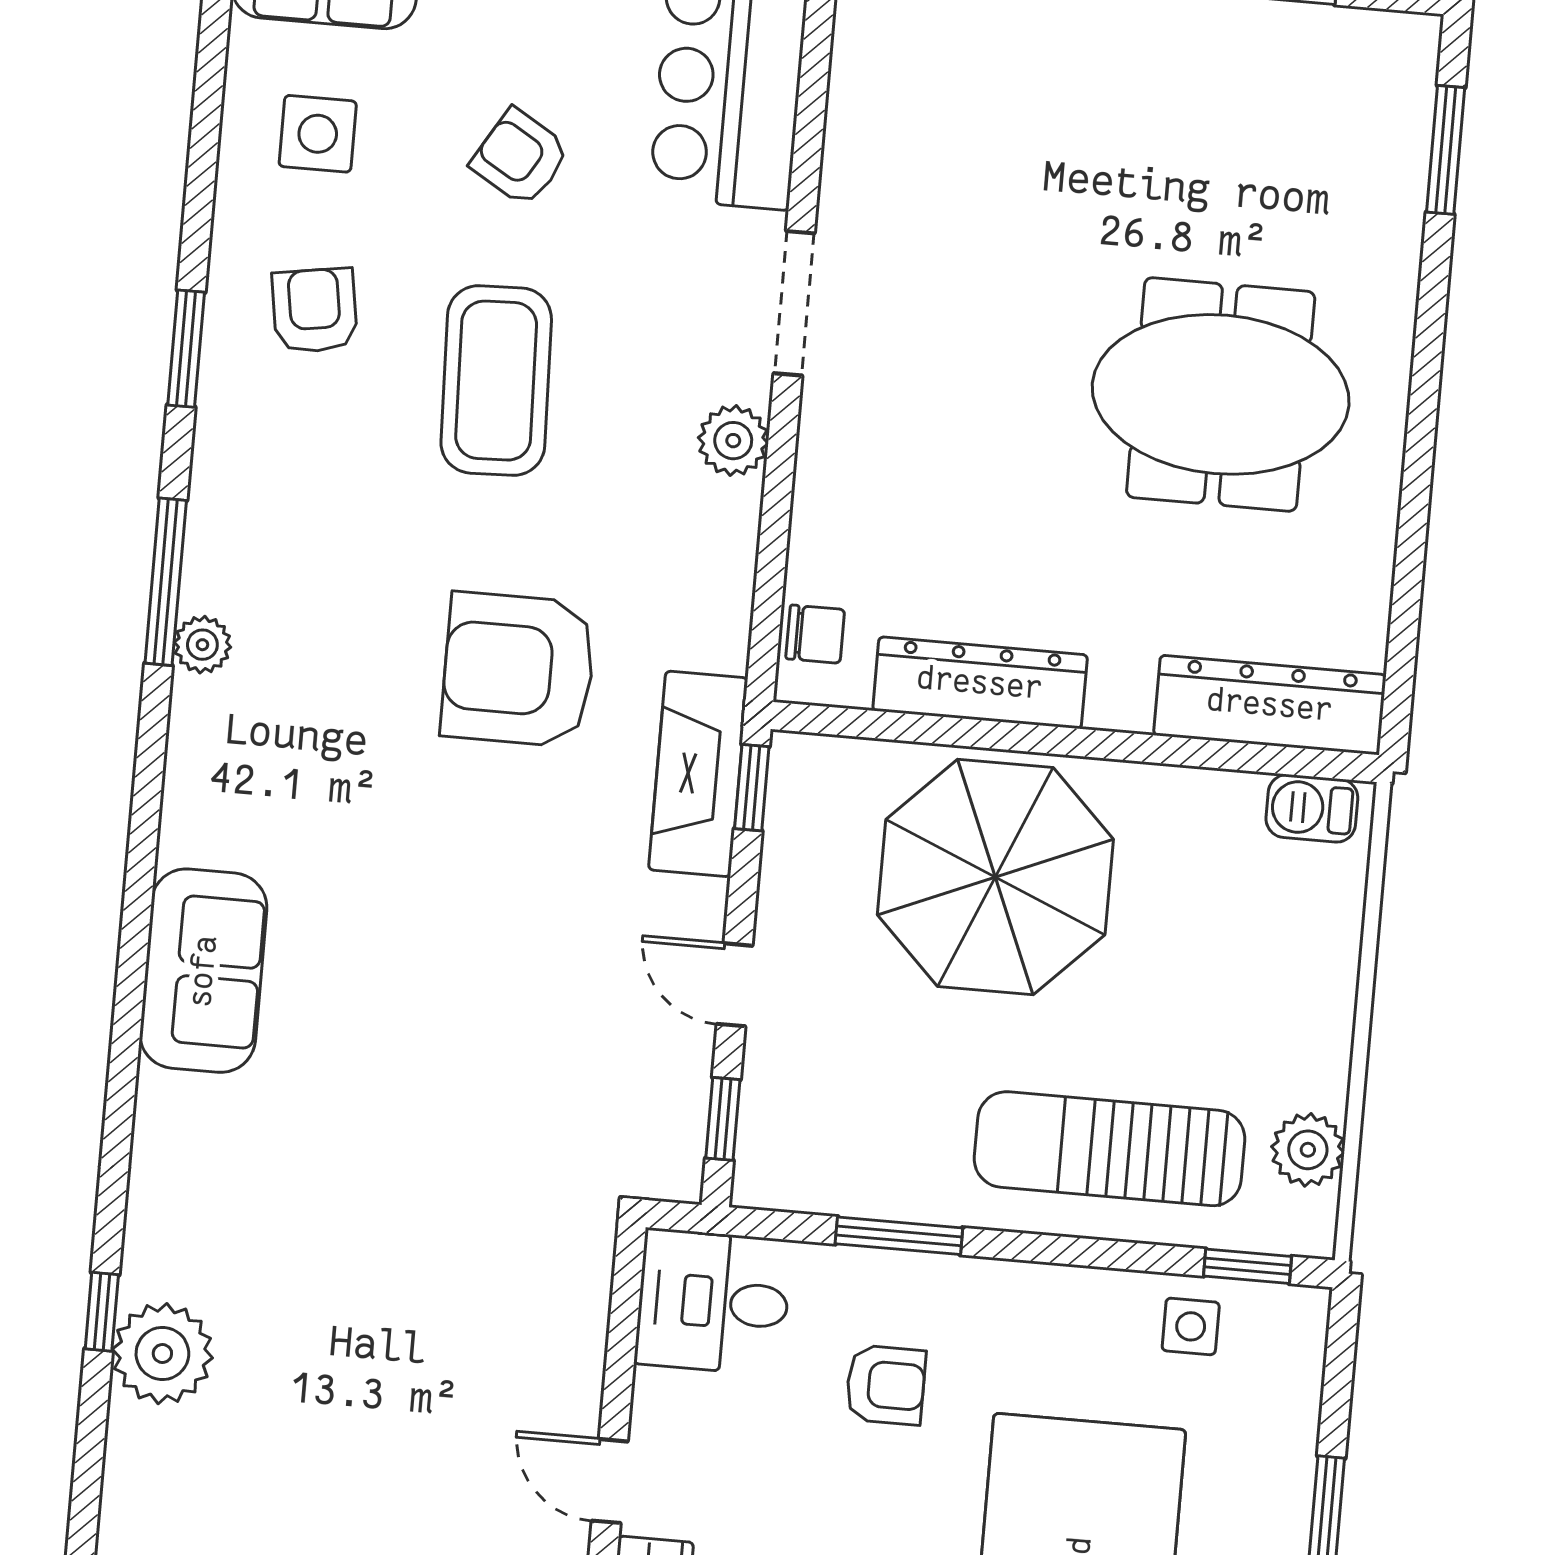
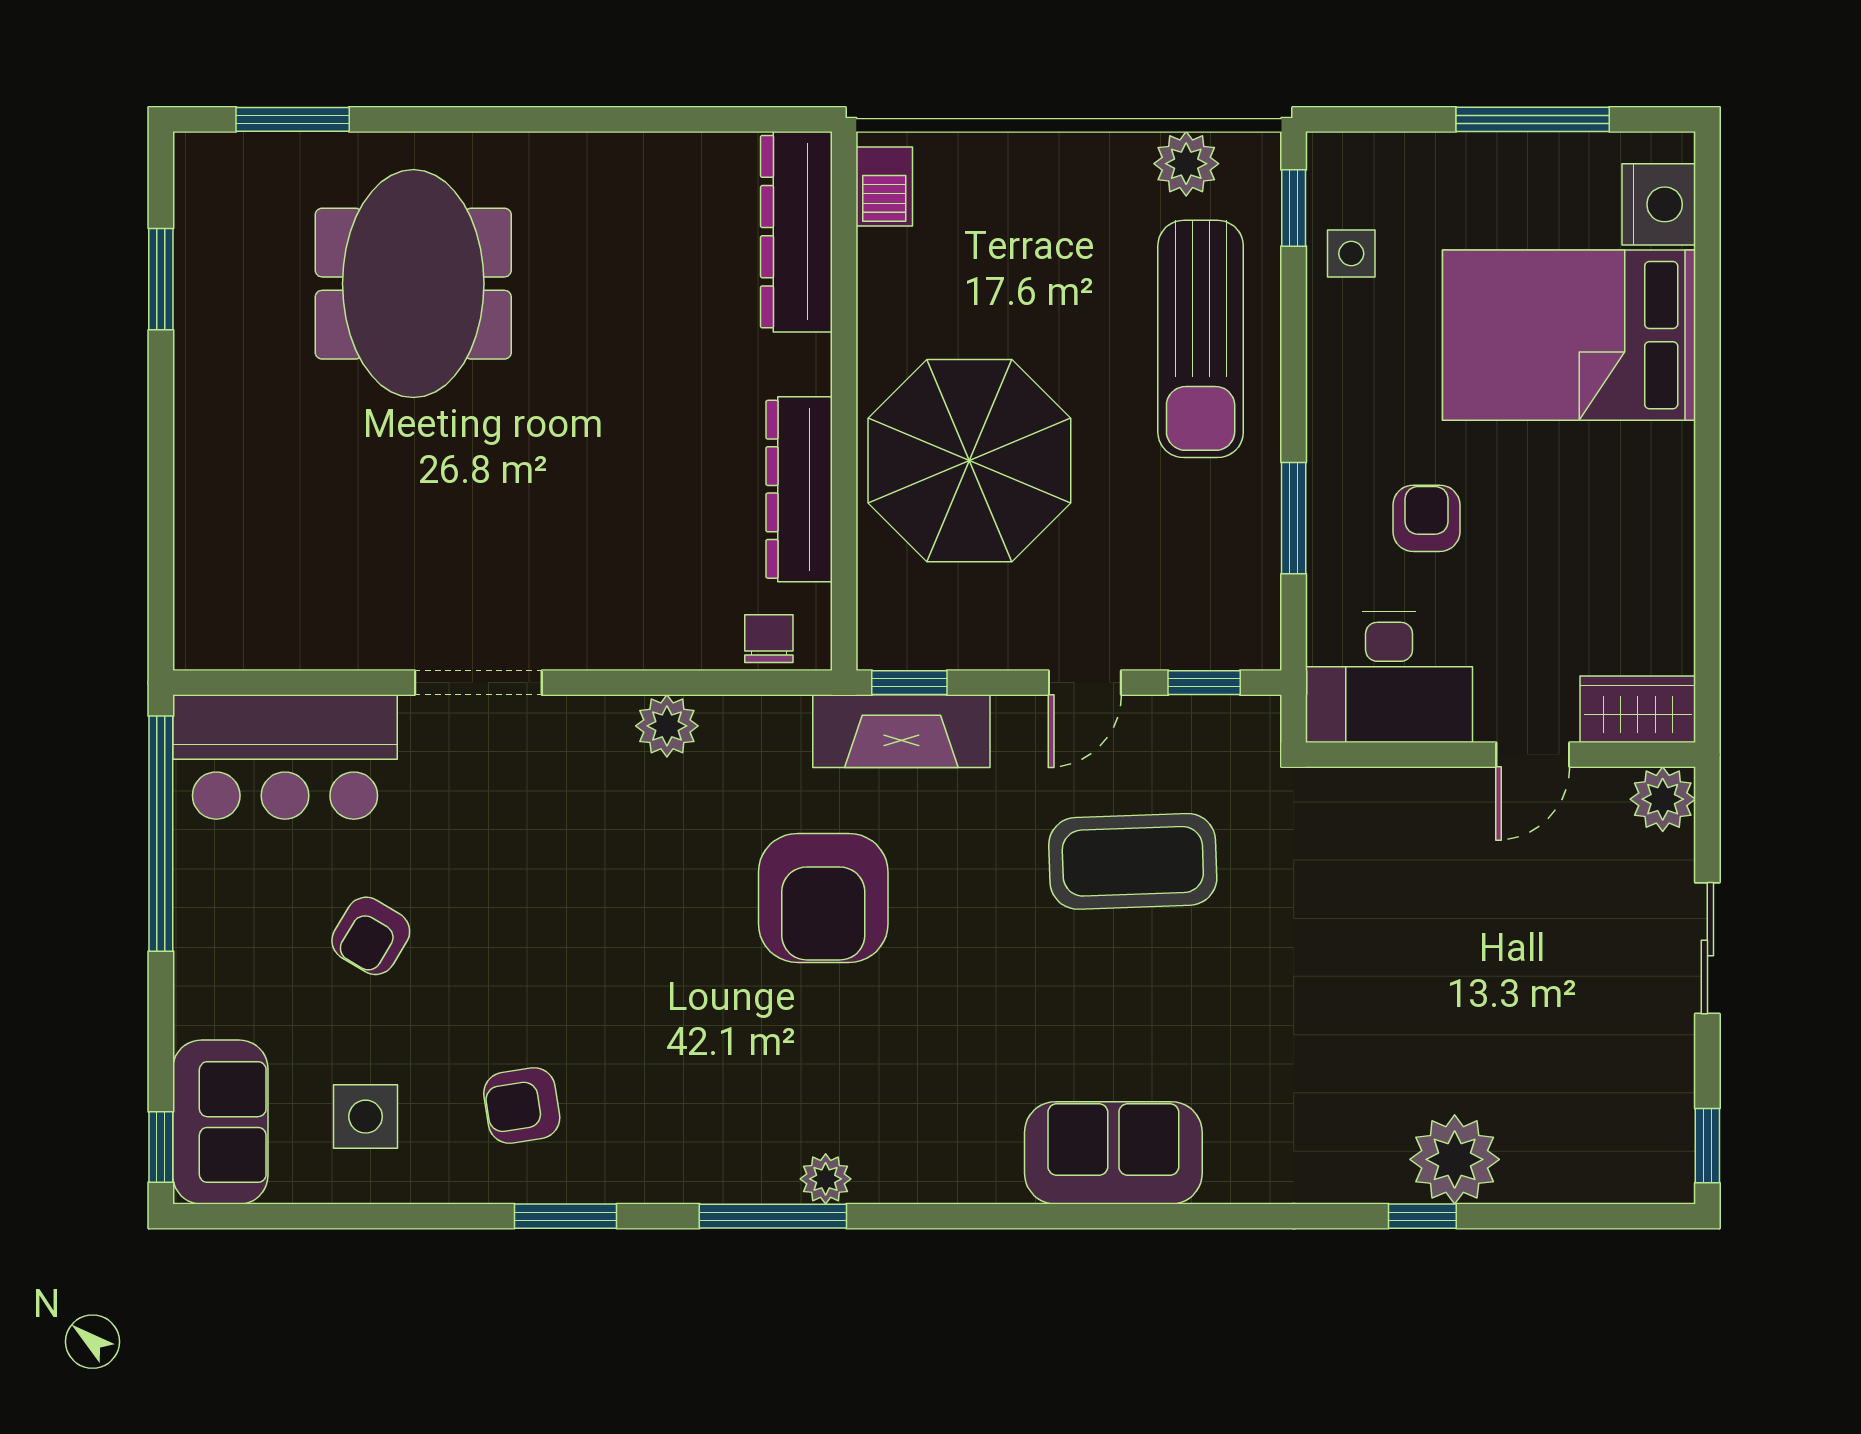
coffee table: (496, 381) -> (1133, 861), moved
meeting table: (1221, 394) -> (413, 284), moved
plant: (733, 441) -> (667, 726), moved
desk: (713, 1302) -> (1389, 677), width x1.37

